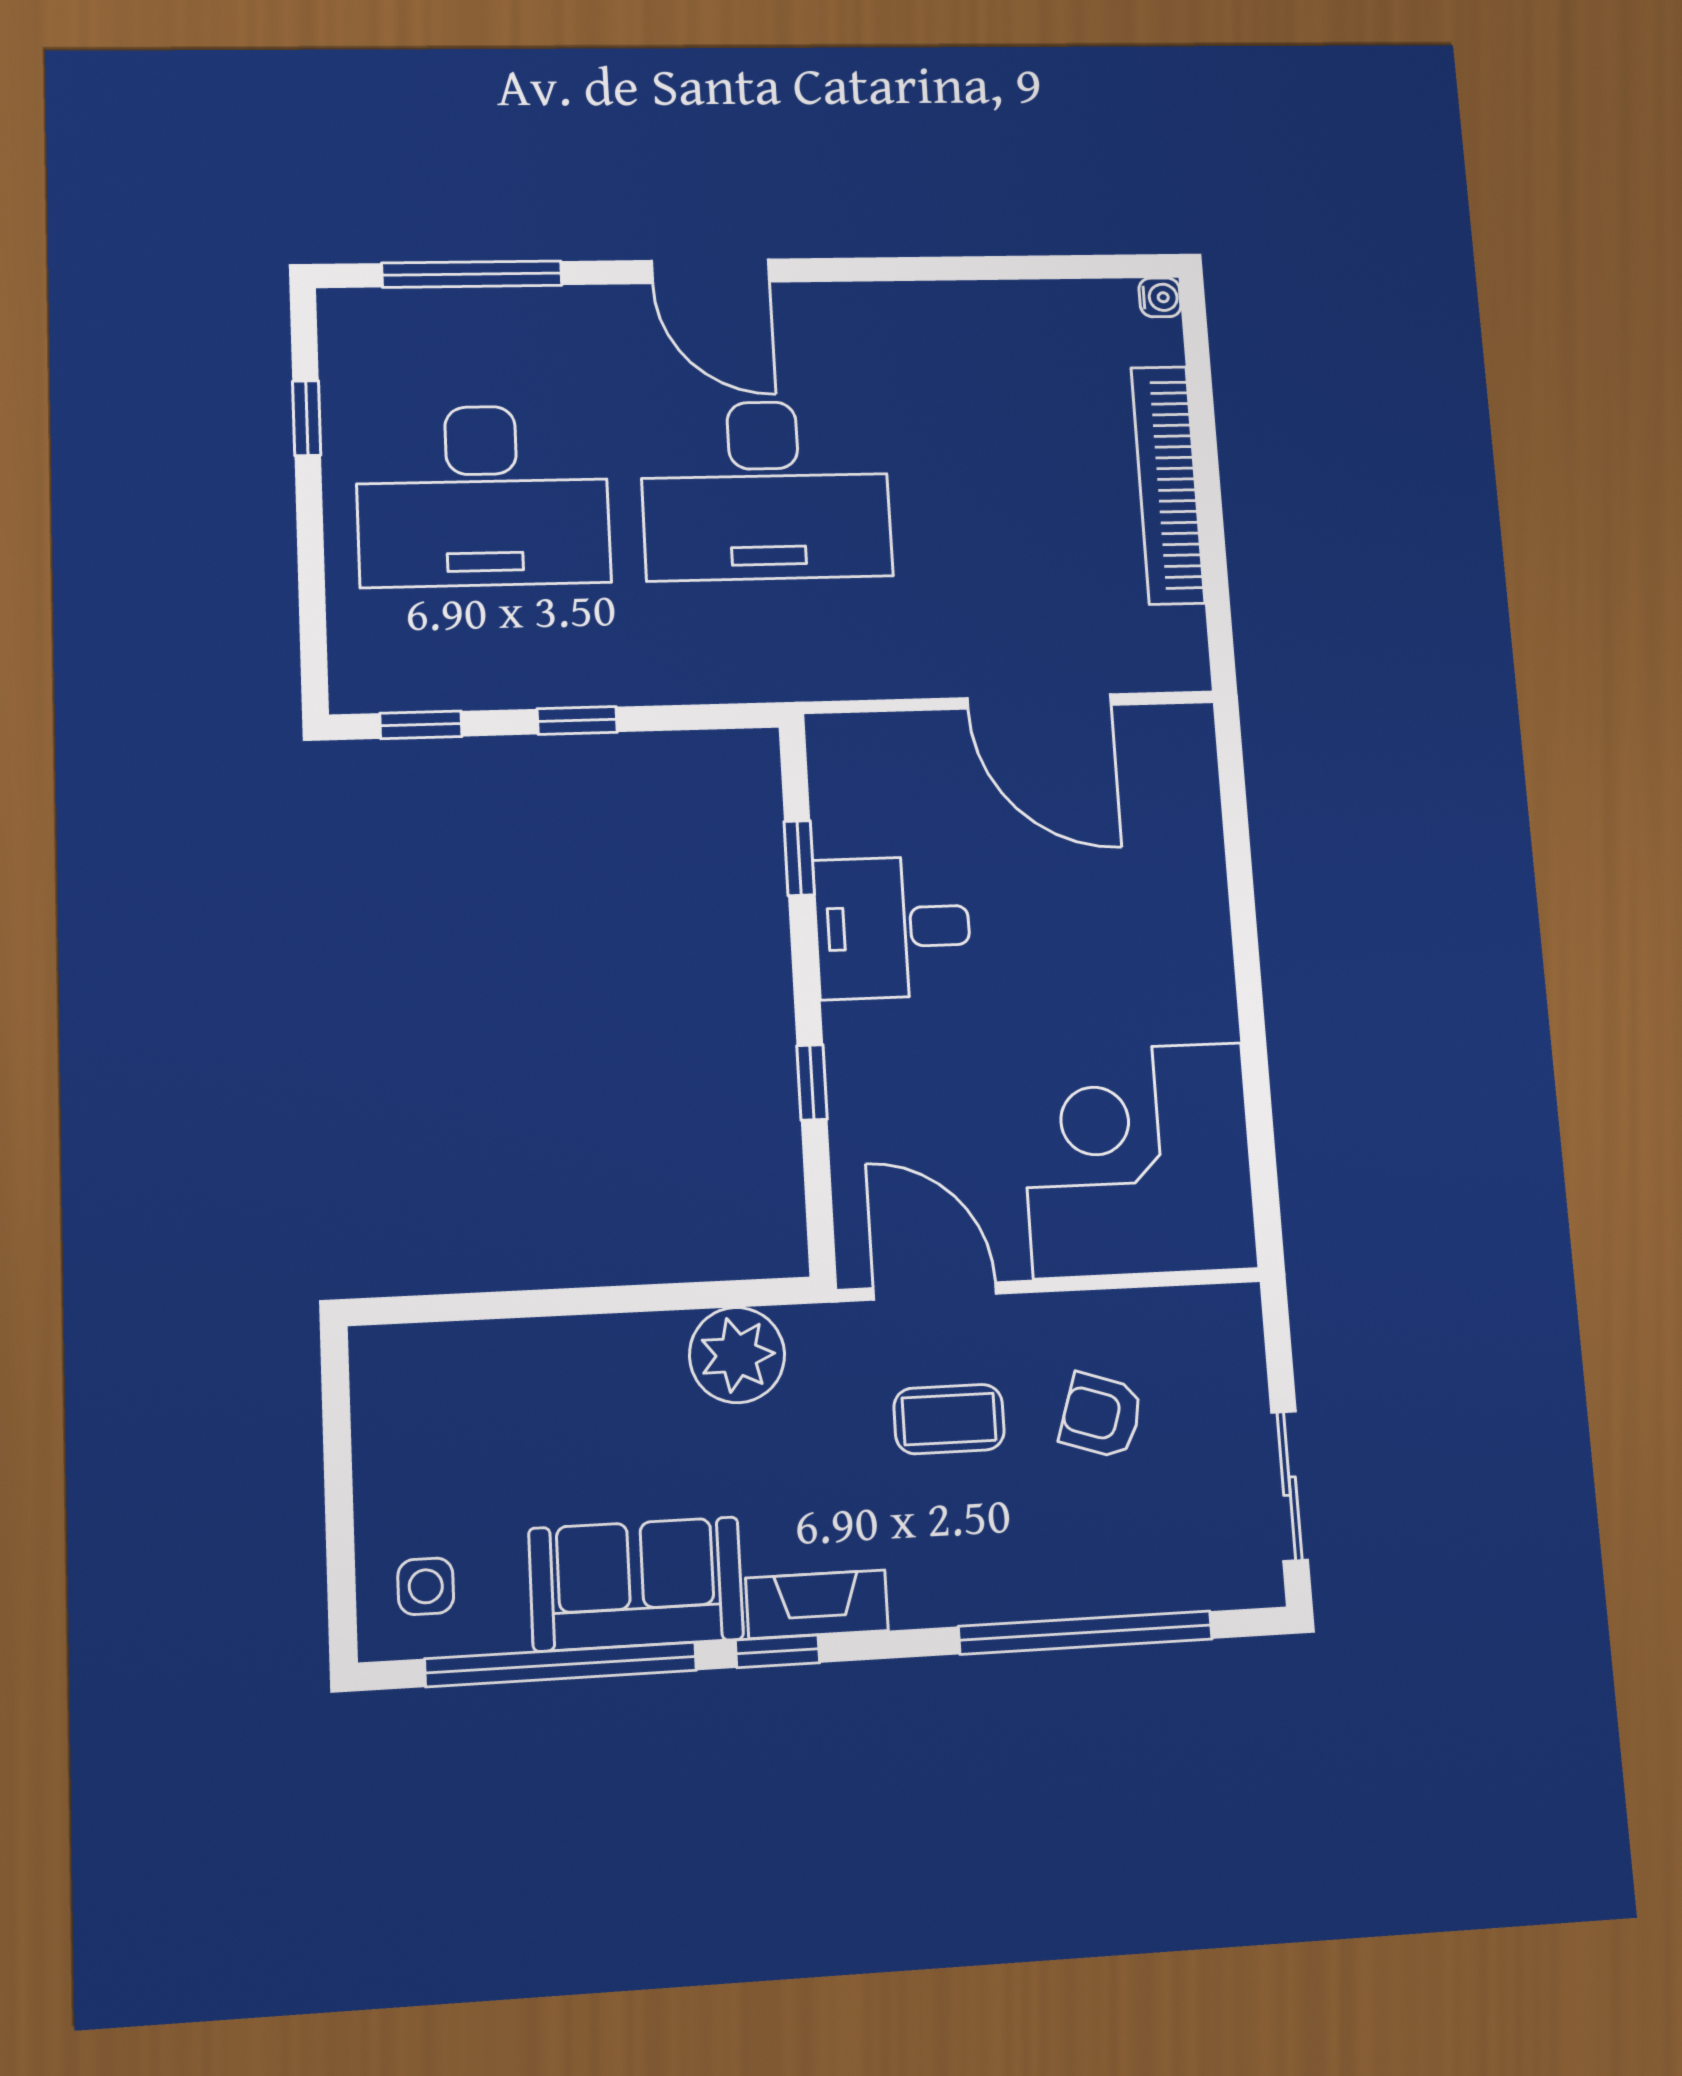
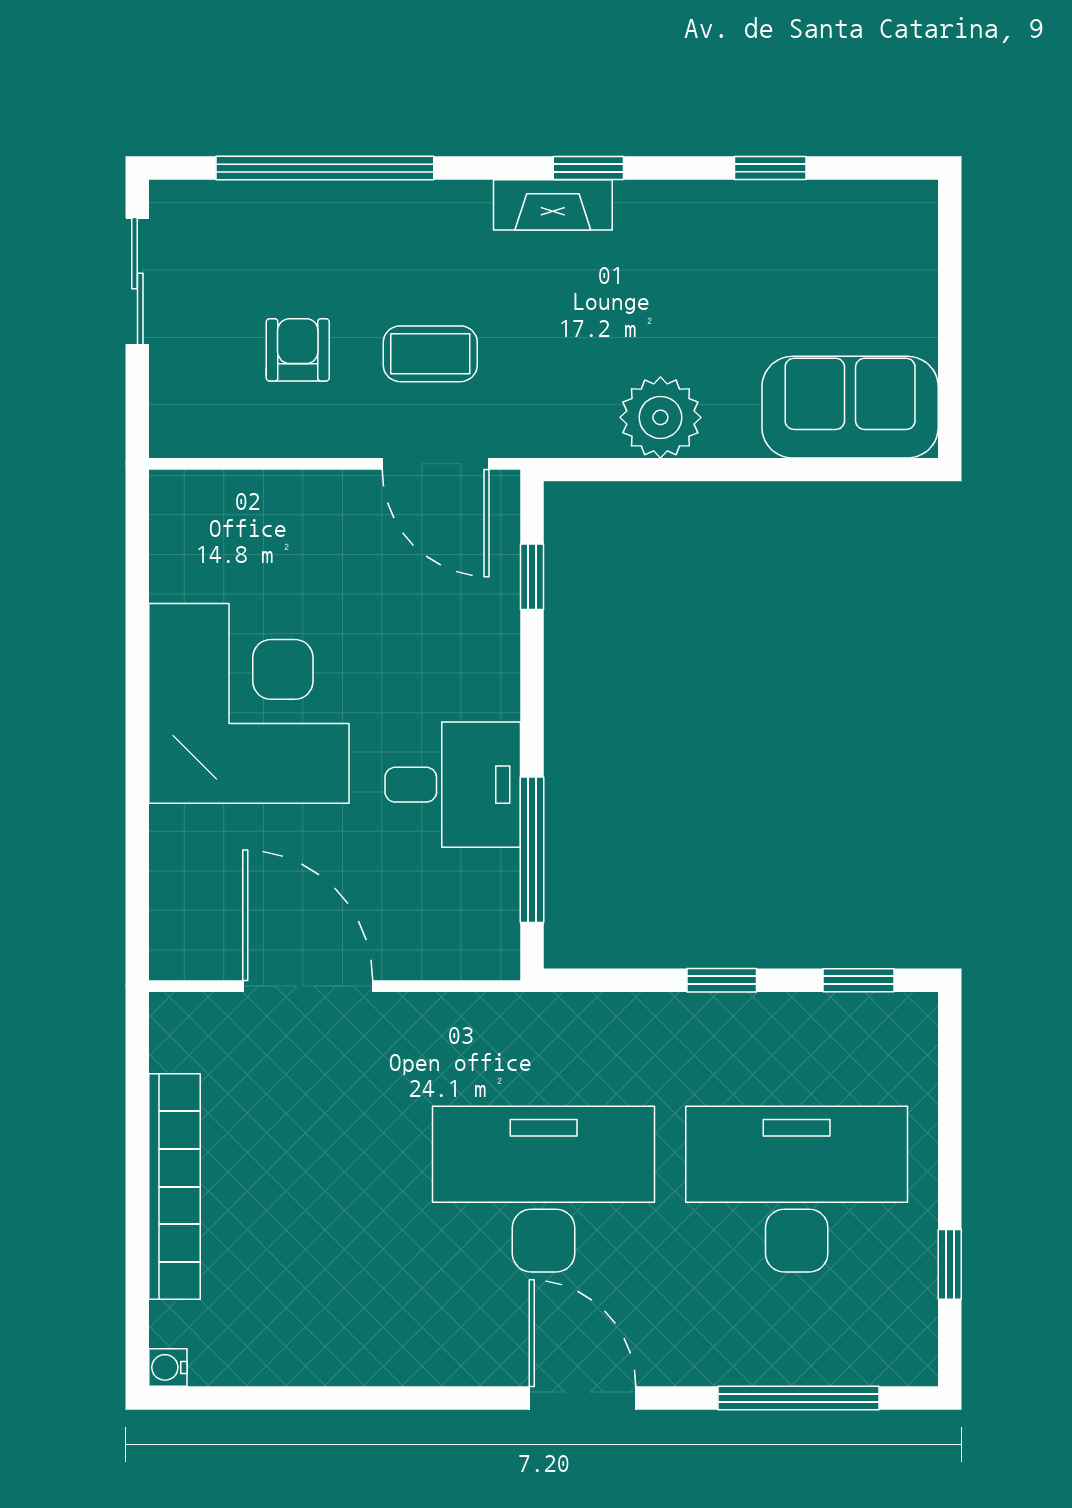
window: (799, 858) -> (532, 850), width x2.17
window: (812, 1082) -> (532, 577), moved
corner desk: (1138, 1160) -> (249, 703), moved, turned -90
plant: (737, 1355) -> (660, 417), moved
armchair: (1101, 1416) -> (298, 350), turned -108
sofa: (636, 1584) -> (850, 407), moved, turned 180
side table: (426, 1586) -> (880, 238), removed
window: (561, 1665) -> (770, 168), width x0.32

